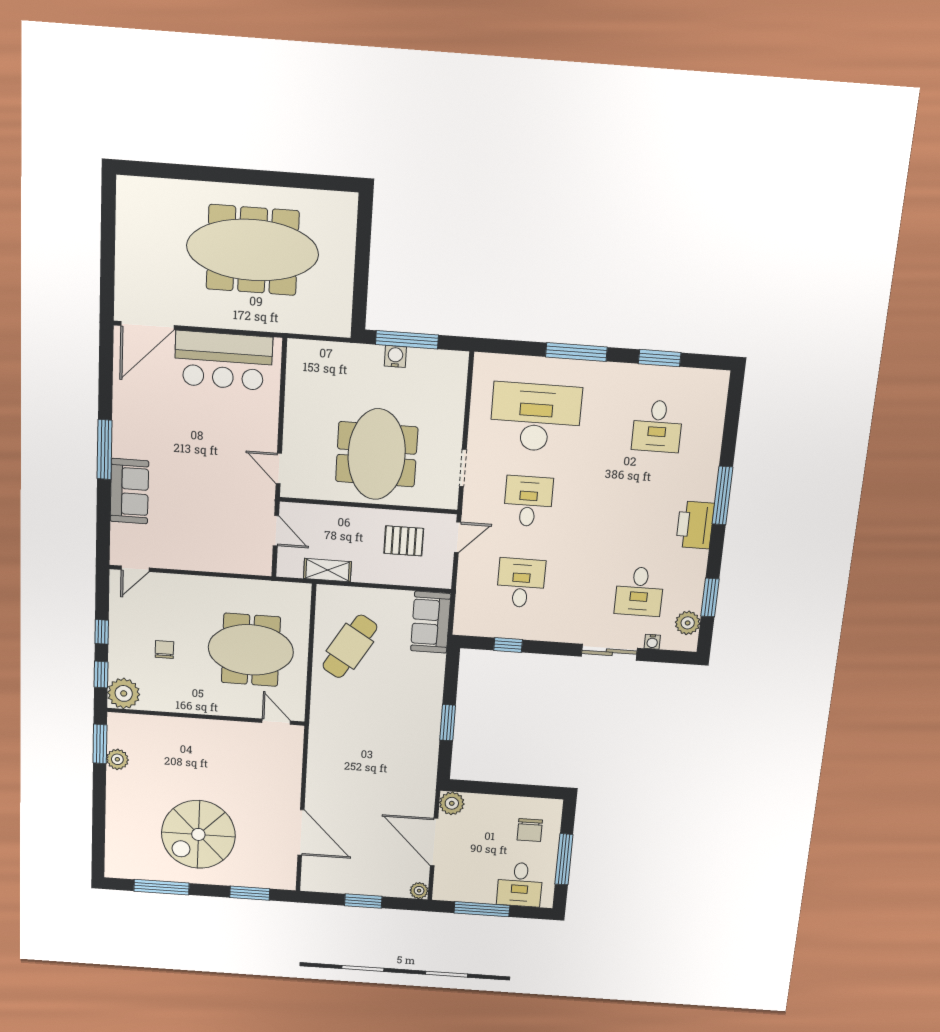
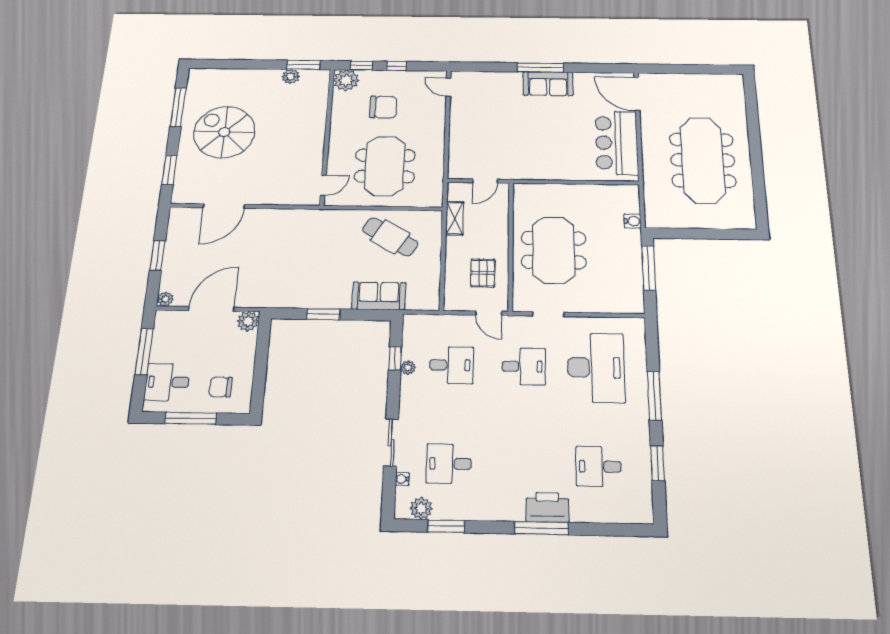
water cooler: (395, 357) -> (632, 221), moved
meeting table: (377, 454) -> (554, 250), turned 90
door: (279, 469) -> (536, 182), removed
sofa: (129, 491) -> (548, 84), moved
printer: (695, 525) -> (547, 507), moved
sofa: (431, 622) -> (379, 296), moved
plant: (520, 631) -> (408, 368), added
chair: (164, 650) -> (383, 107), width x1.87, depth x1.87

